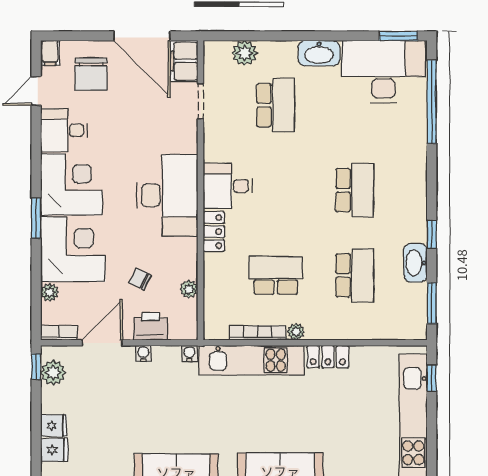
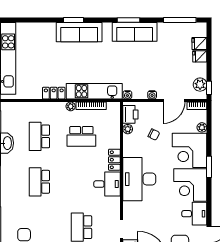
printer: (151, 326) -> (130, 114), moved, turned -90

